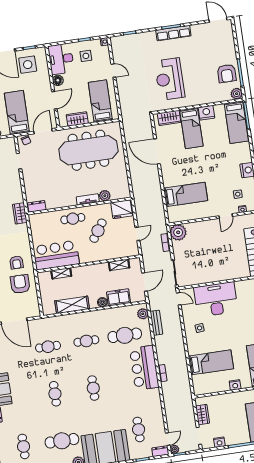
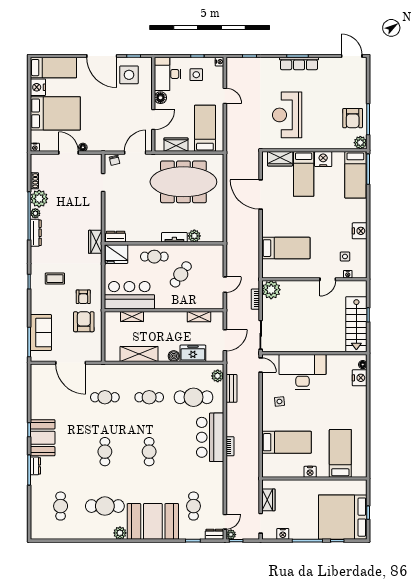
bed: (17, 113) -> (109, 127), removed
fridge: (122, 209) -> (116, 254), moved

